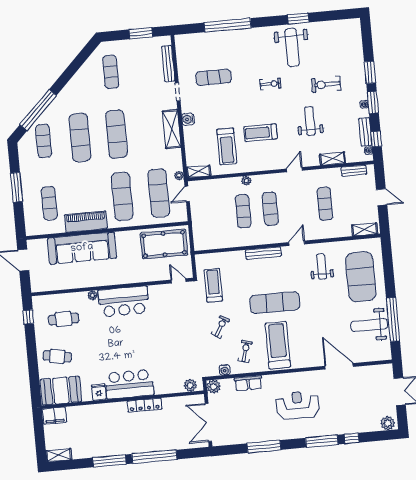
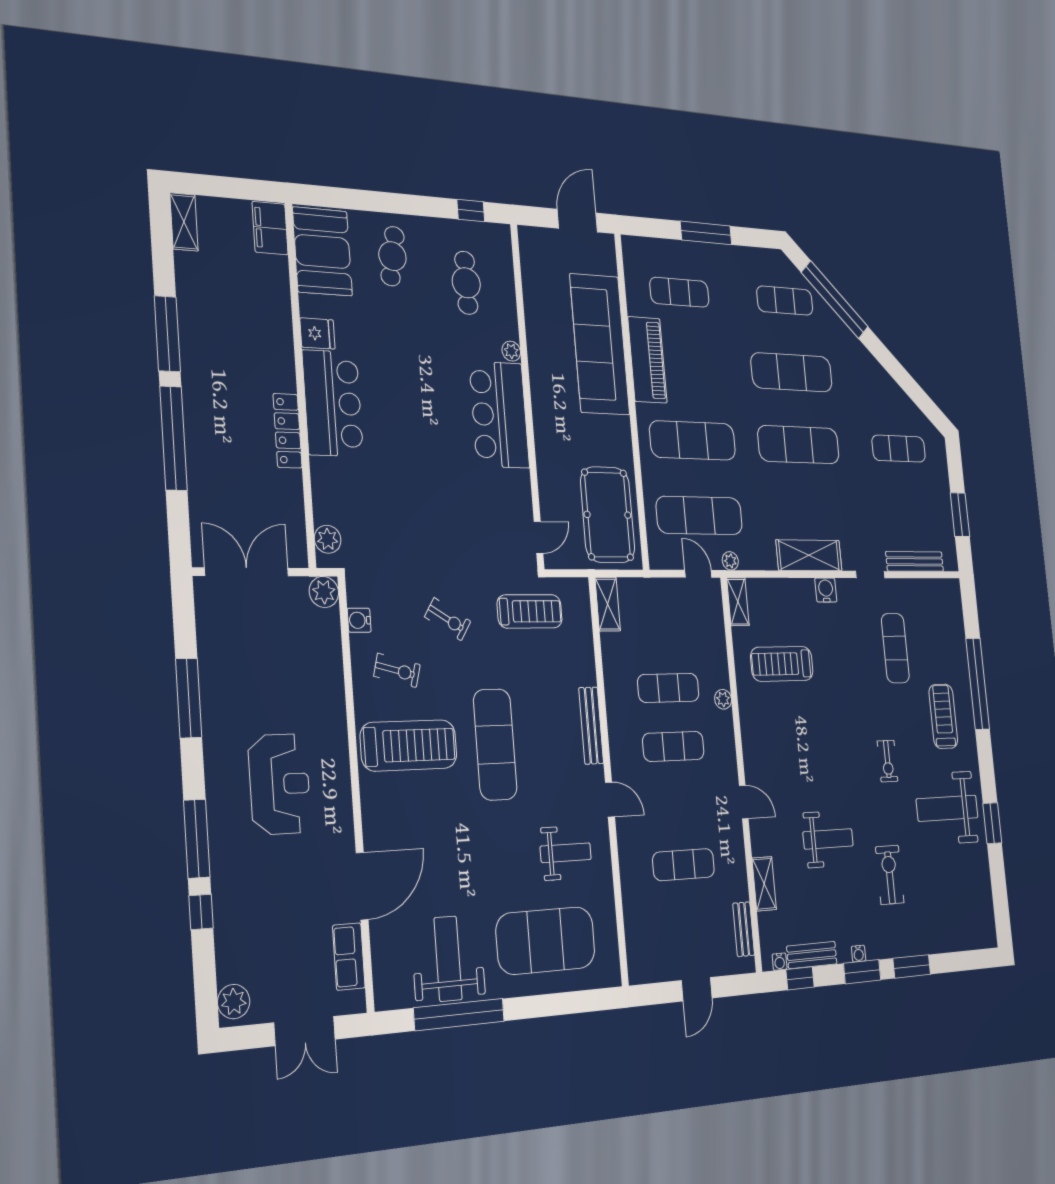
treadmill: (260, 133) -> (943, 716), moved
shelving: (365, 229) -> (608, 604), moved
row of seats: (248, 383) -> (349, 957), moved

